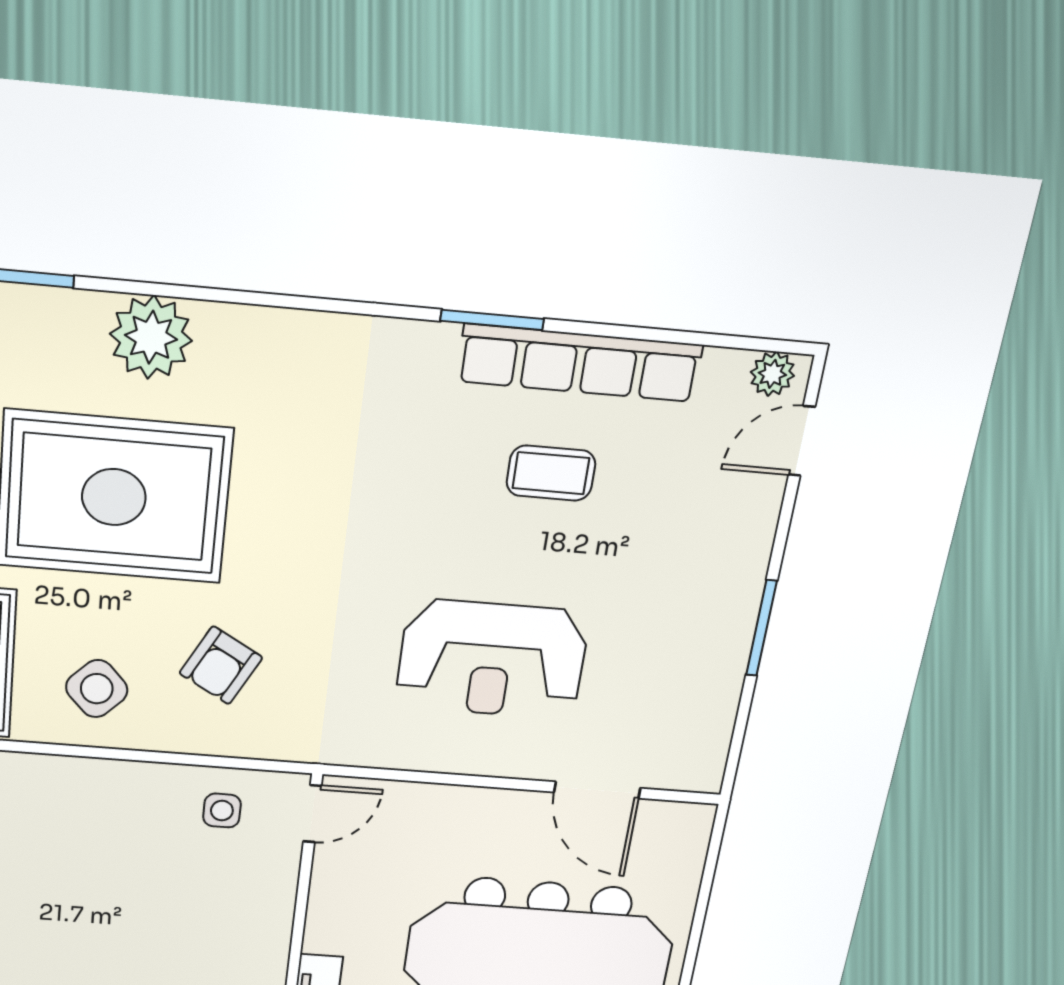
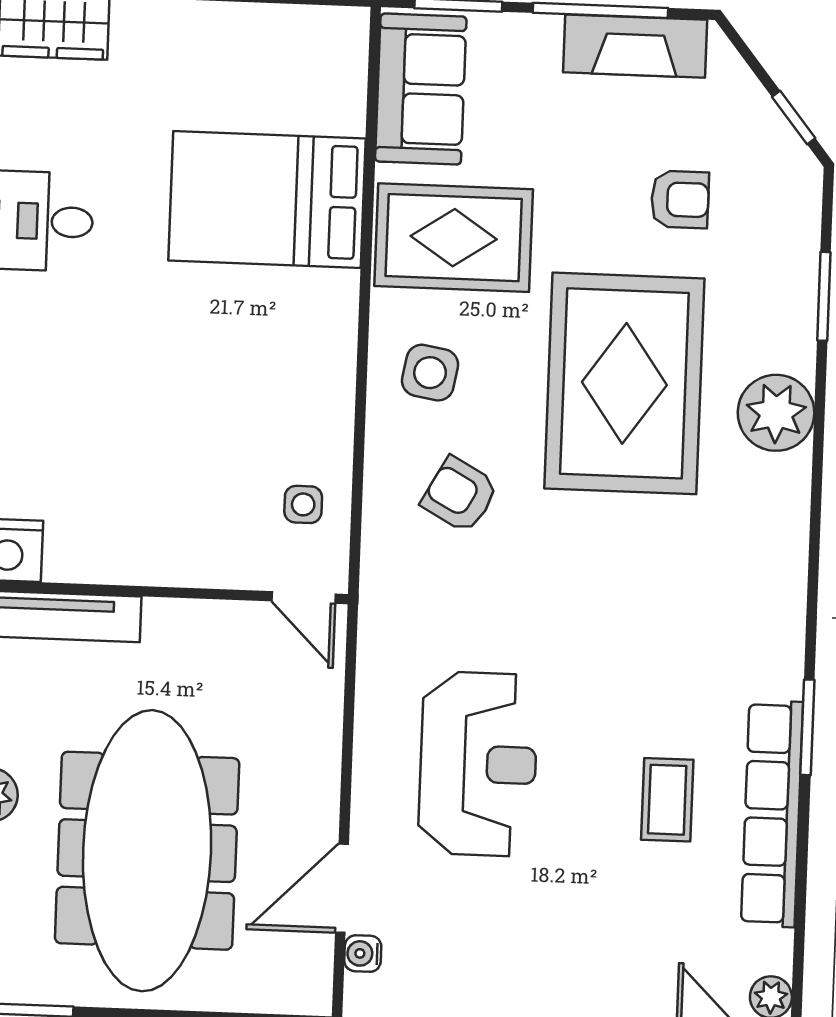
reception desk: (492, 659) -> (478, 764), turned 180
side table: (97, 689) -> (430, 373), turned -36
water cooler: (663, 774) -> (363, 954), added

